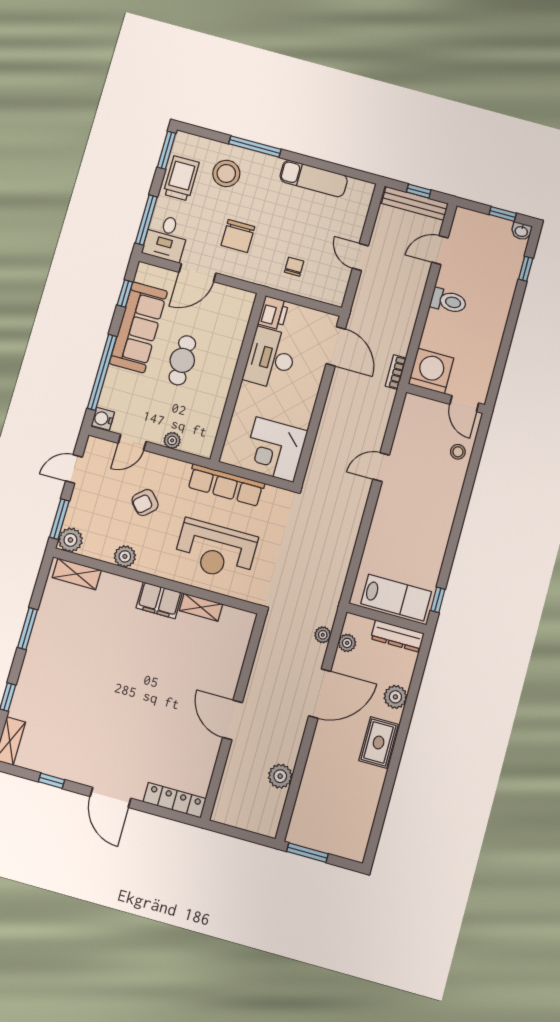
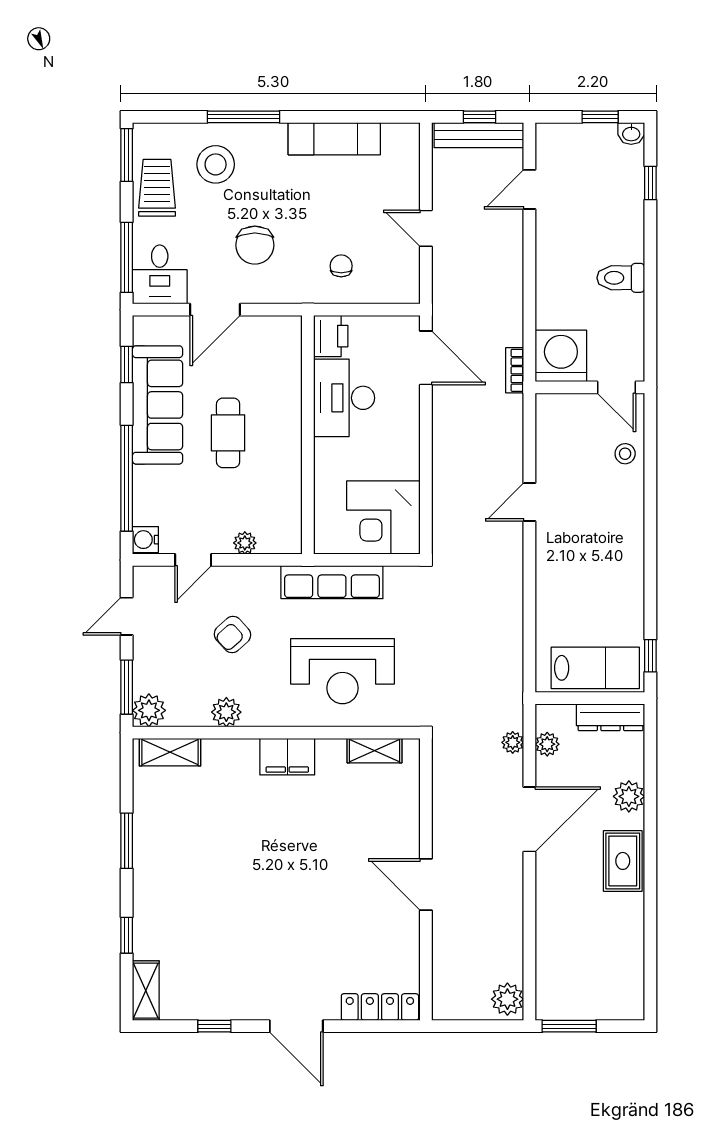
toilet: (448, 301) -> (621, 278), moved, turned 180
shelving: (201, 607) -> (374, 751), moved
plant: (280, 776) -> (507, 999), moved

